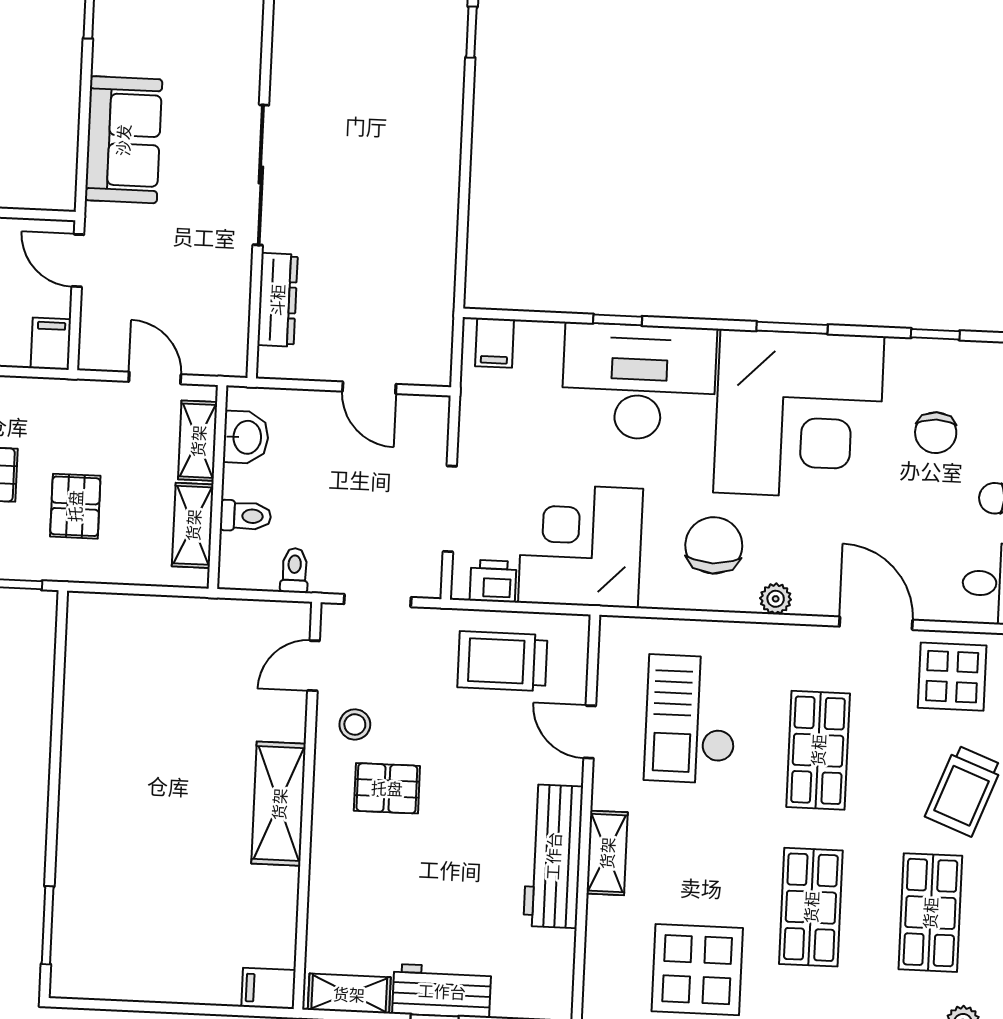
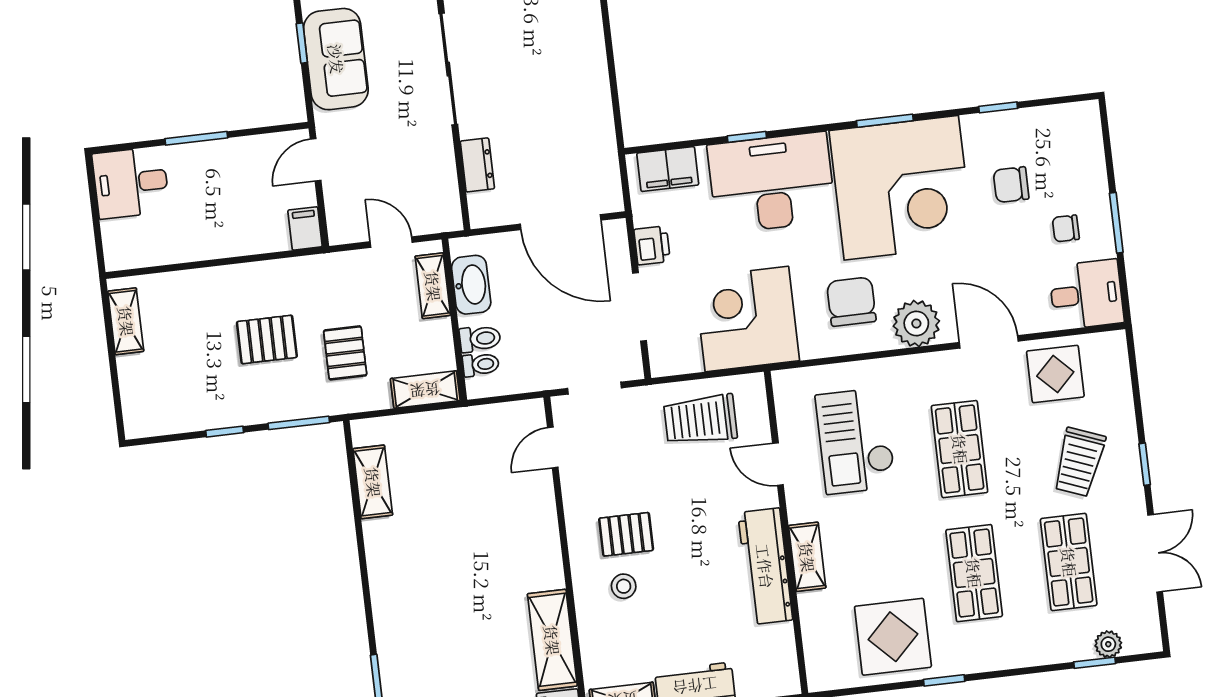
window: (85, 113) -> (302, 43), added
door: (78, 261) -> (316, 160), hinge flipped
dresser: (277, 300) -> (477, 165), width x0.70
filing cabinet: (495, 343) -> (668, 169), width x2.00
door: (369, 388) -> (561, 222), width x1.87
chair: (936, 433) -> (1011, 185), turned 90
washbasin: (246, 437) -> (471, 285), width x1.38
shelving: (193, 525) -> (425, 390), moved, turned 90
toilet: (294, 570) -> (481, 365), moved, turned 90
printer: (493, 581) -> (652, 245), moved, turned 90
plant: (776, 599) -> (916, 323), width x1.87, depth x1.87
shelving: (83, 672) -> (373, 482), added
stool: (355, 724) -> (624, 586), moved
shelving: (279, 804) -> (552, 640), moved

